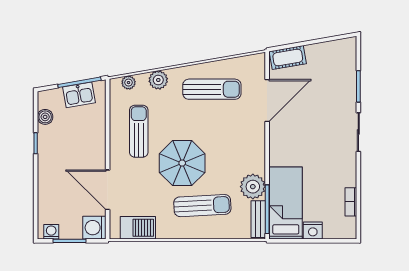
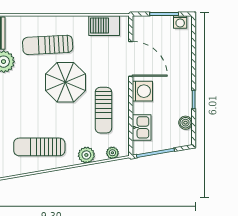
kitchen sink: (79, 95) -> (142, 127), moved, turned 100
washing machine: (94, 228) -> (142, 91), moved

